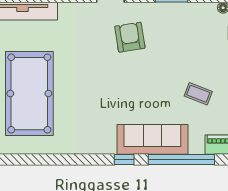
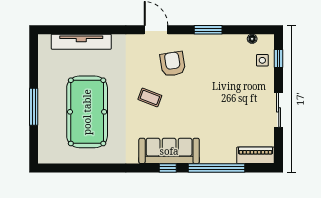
coffee table: (198, 94) -> (150, 97), moved
sofa: (152, 139) -> (169, 151), moved

